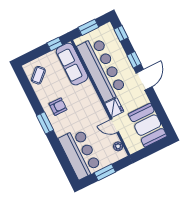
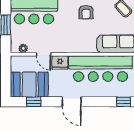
window: (134, 60) -> (34, 102), moved
door: (114, 126) -> (43, 54), swing flipped

